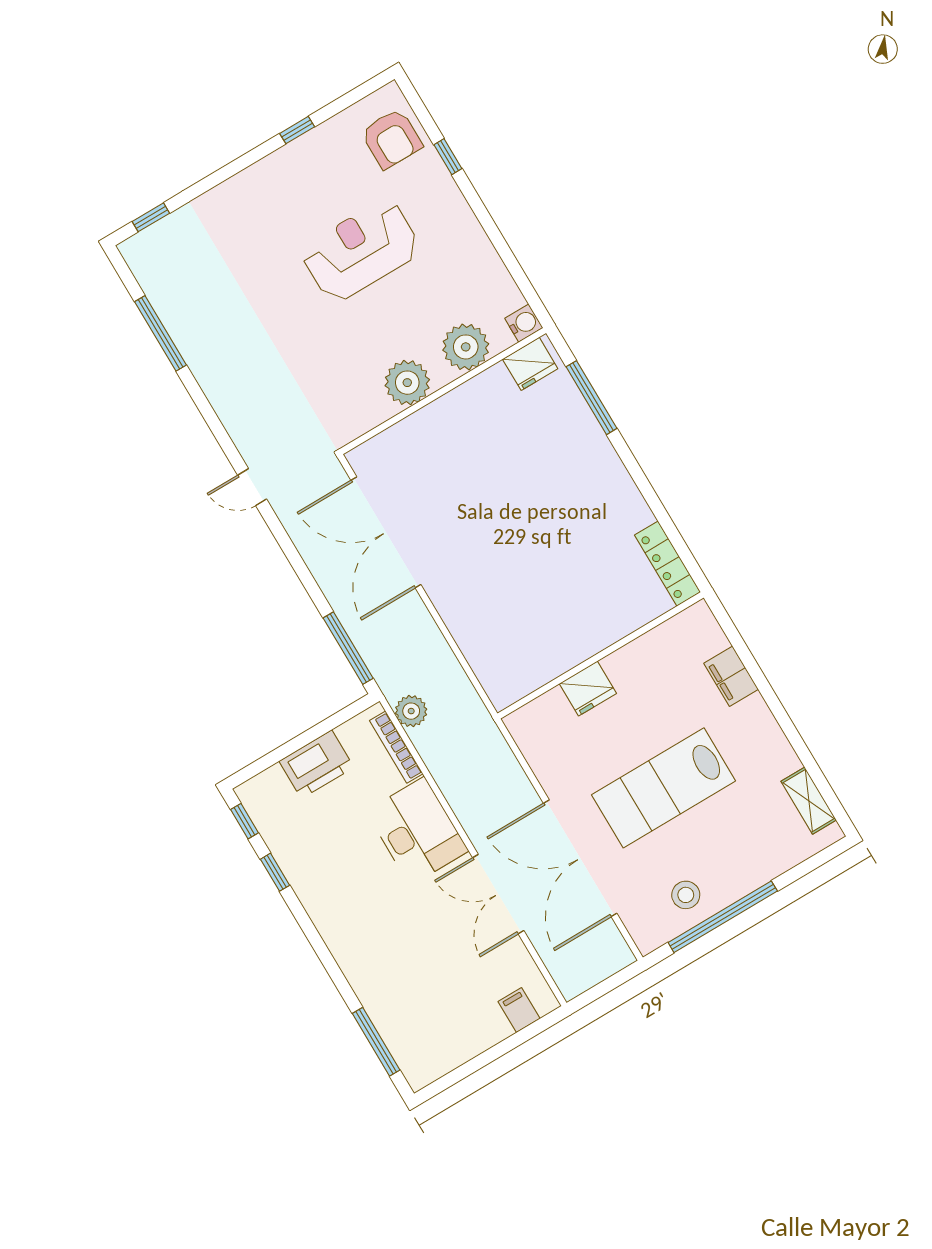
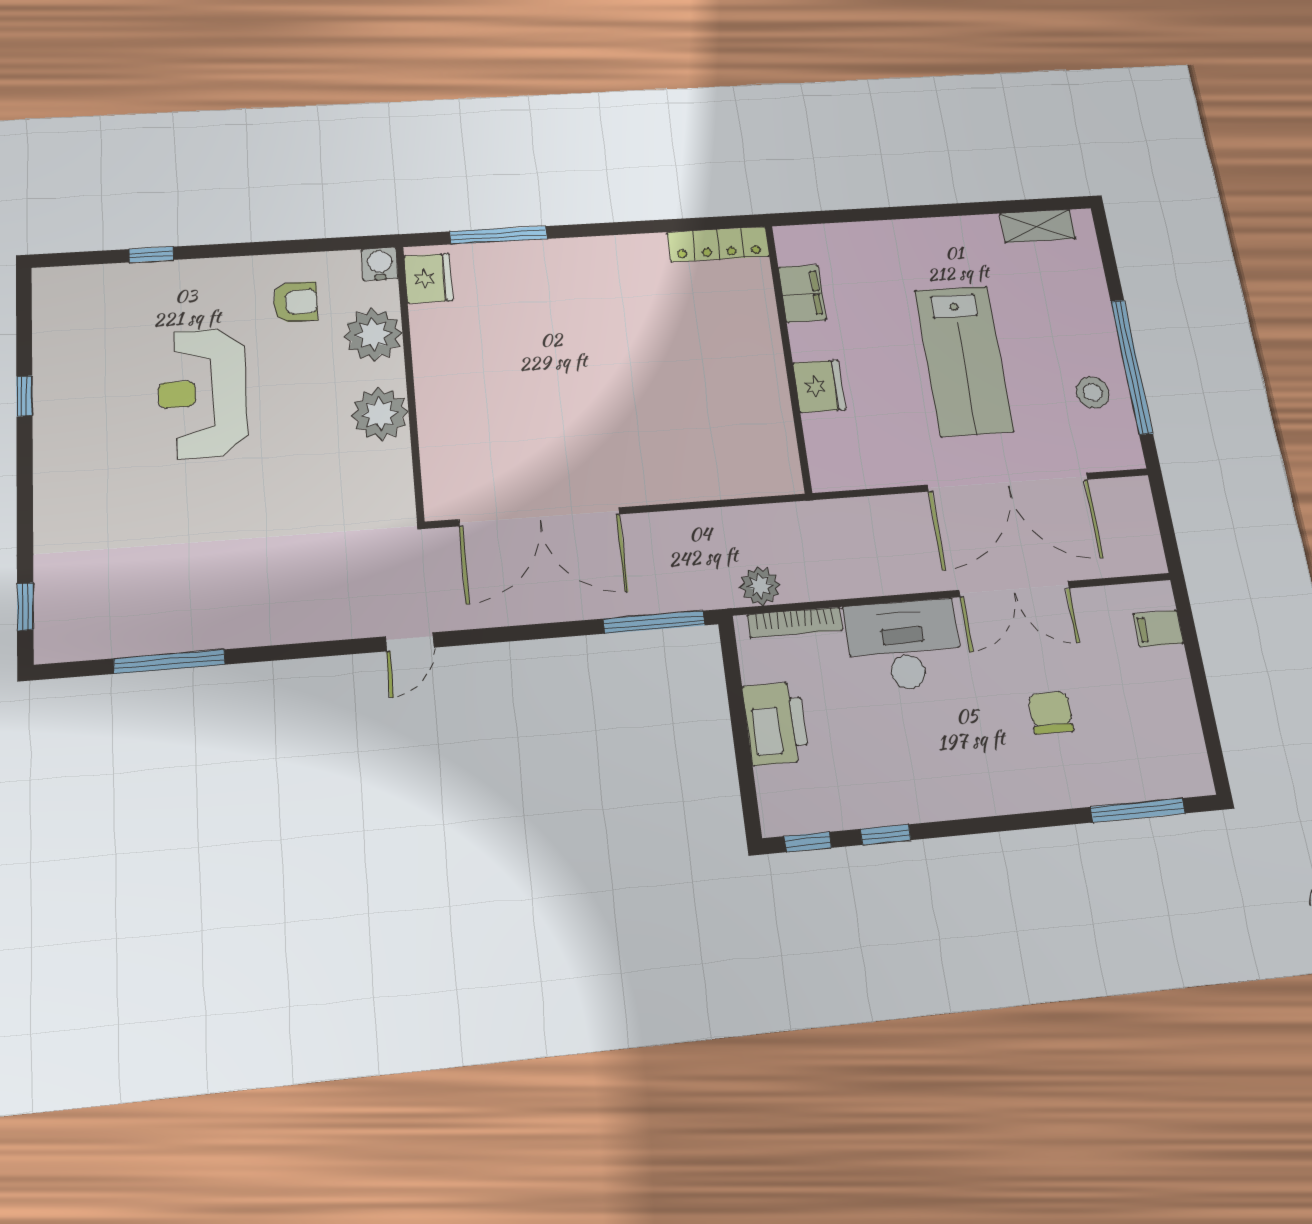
armchair: (392, 139) -> (295, 302), moved, width x0.72, depth x0.72
filing cabinet: (731, 676) -> (802, 294), moved, turned -90
chair: (418, 955) -> (1051, 713), added

